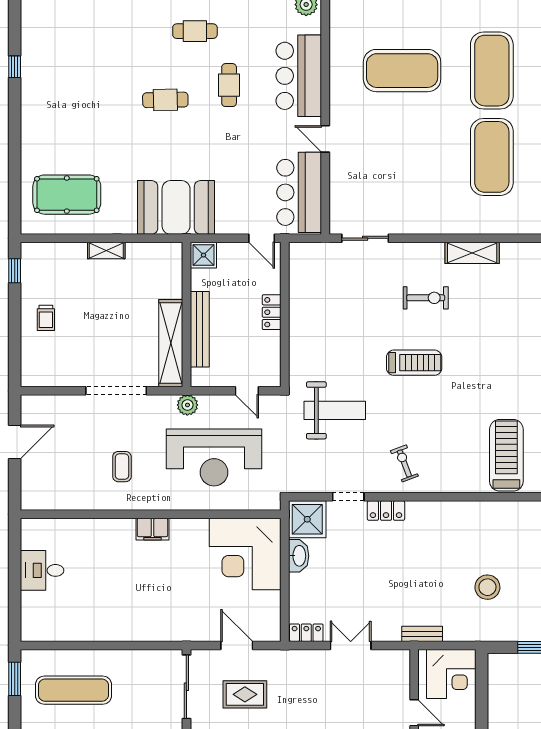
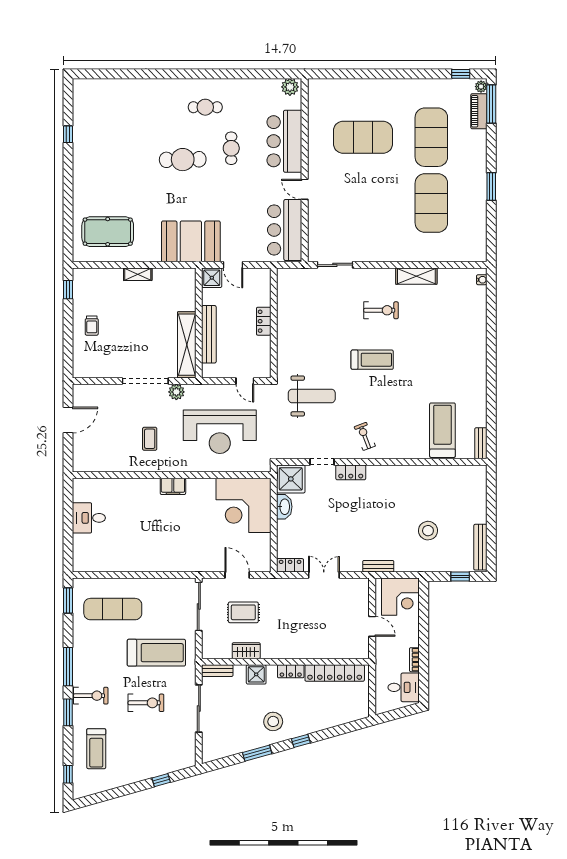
cafe table: (165, 100) -> (183, 160), width x1.37, depth x1.35
door: (262, 238) -> (233, 265), moved
plant: (187, 405) -> (176, 392), moved

